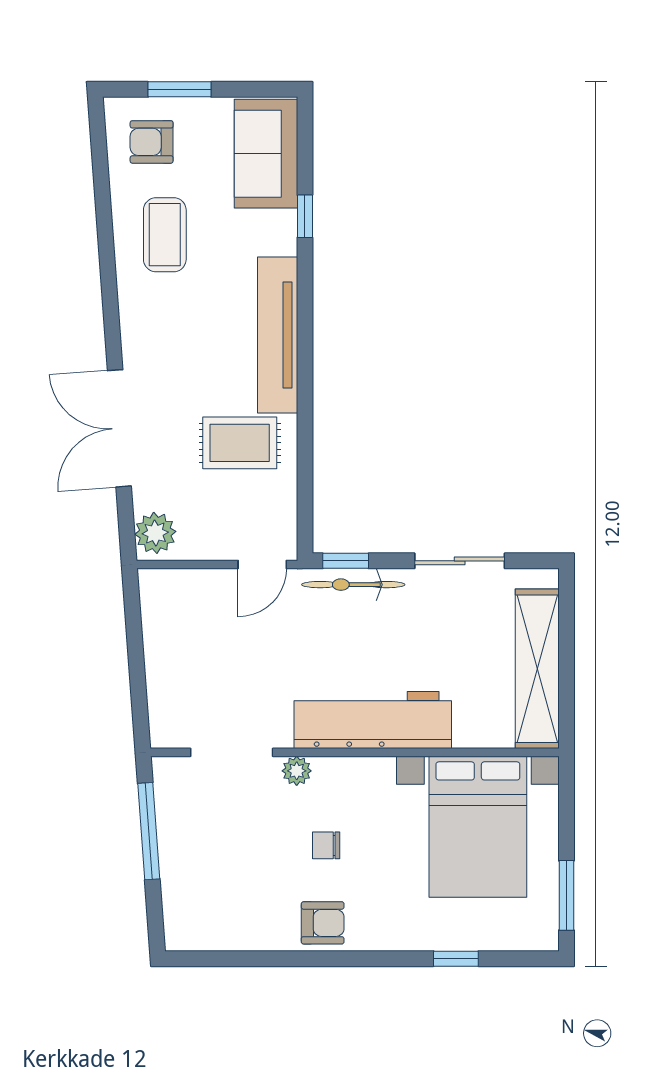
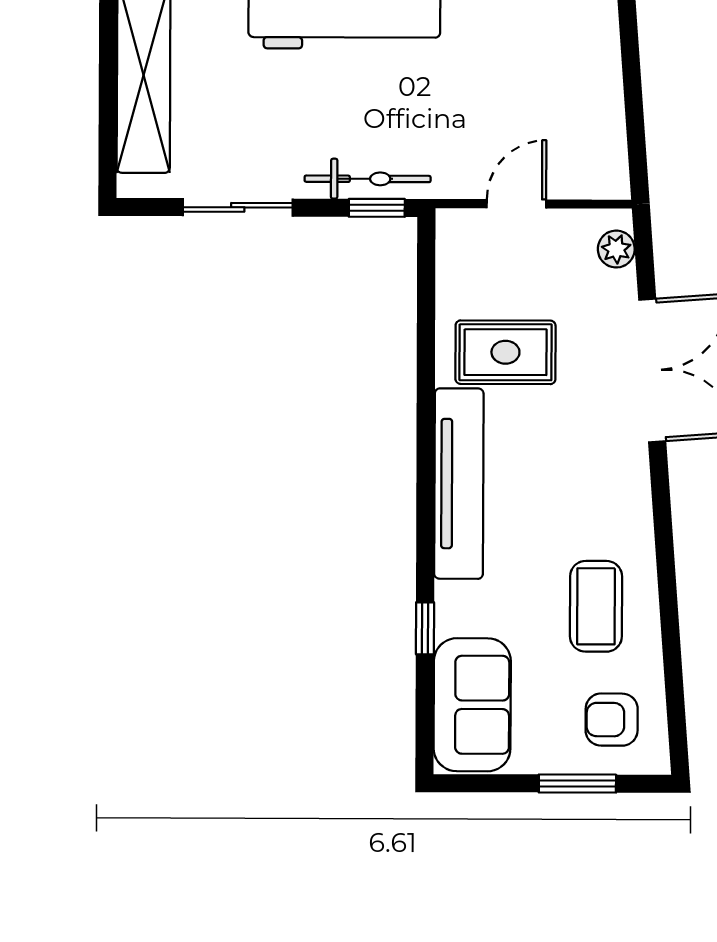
armchair: (152, 142) -> (612, 720), turned 180
plant: (155, 533) -> (616, 249), width x0.73, depth x0.73
door: (262, 565) -> (516, 204), moved

